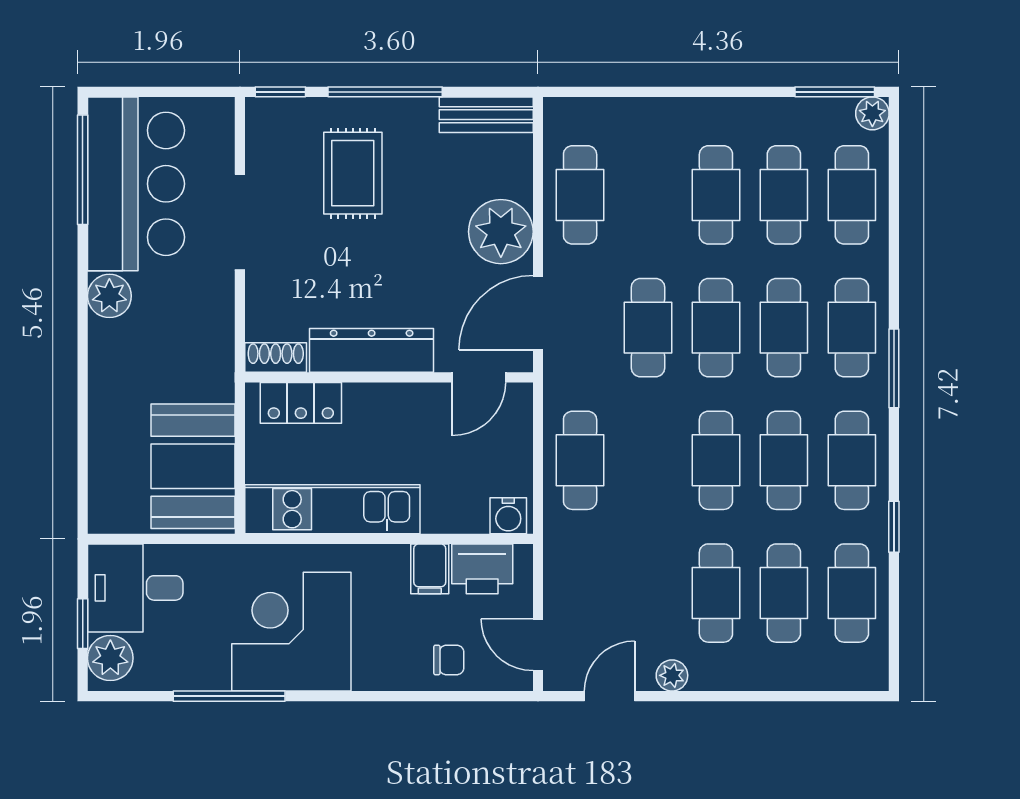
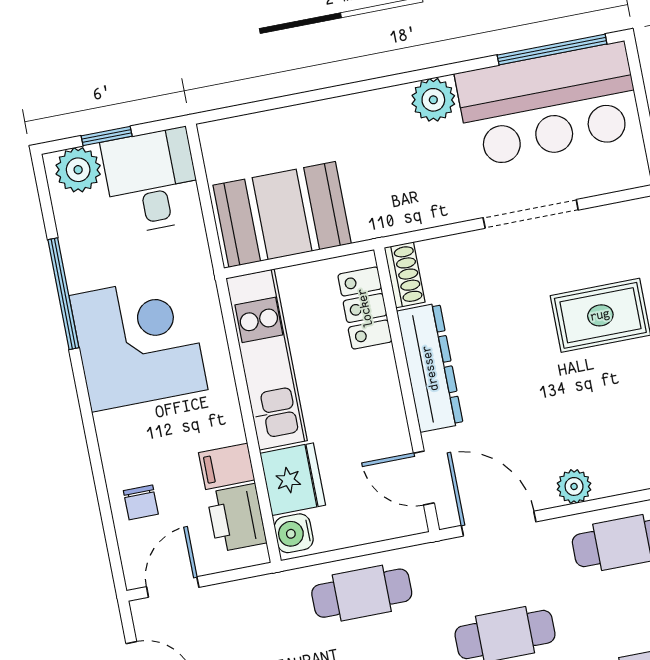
plant: (501, 232) -> (574, 486), width x0.53, depth x0.53
fridge: (455, 507) -> (293, 479), added

